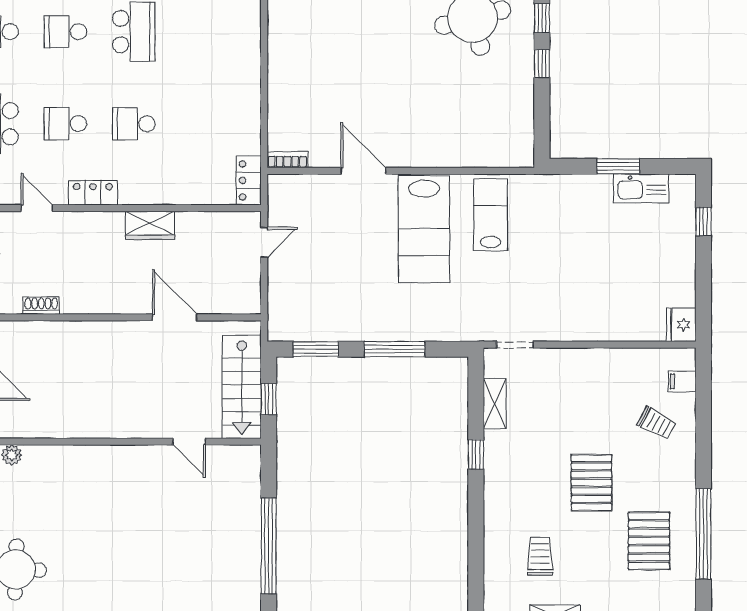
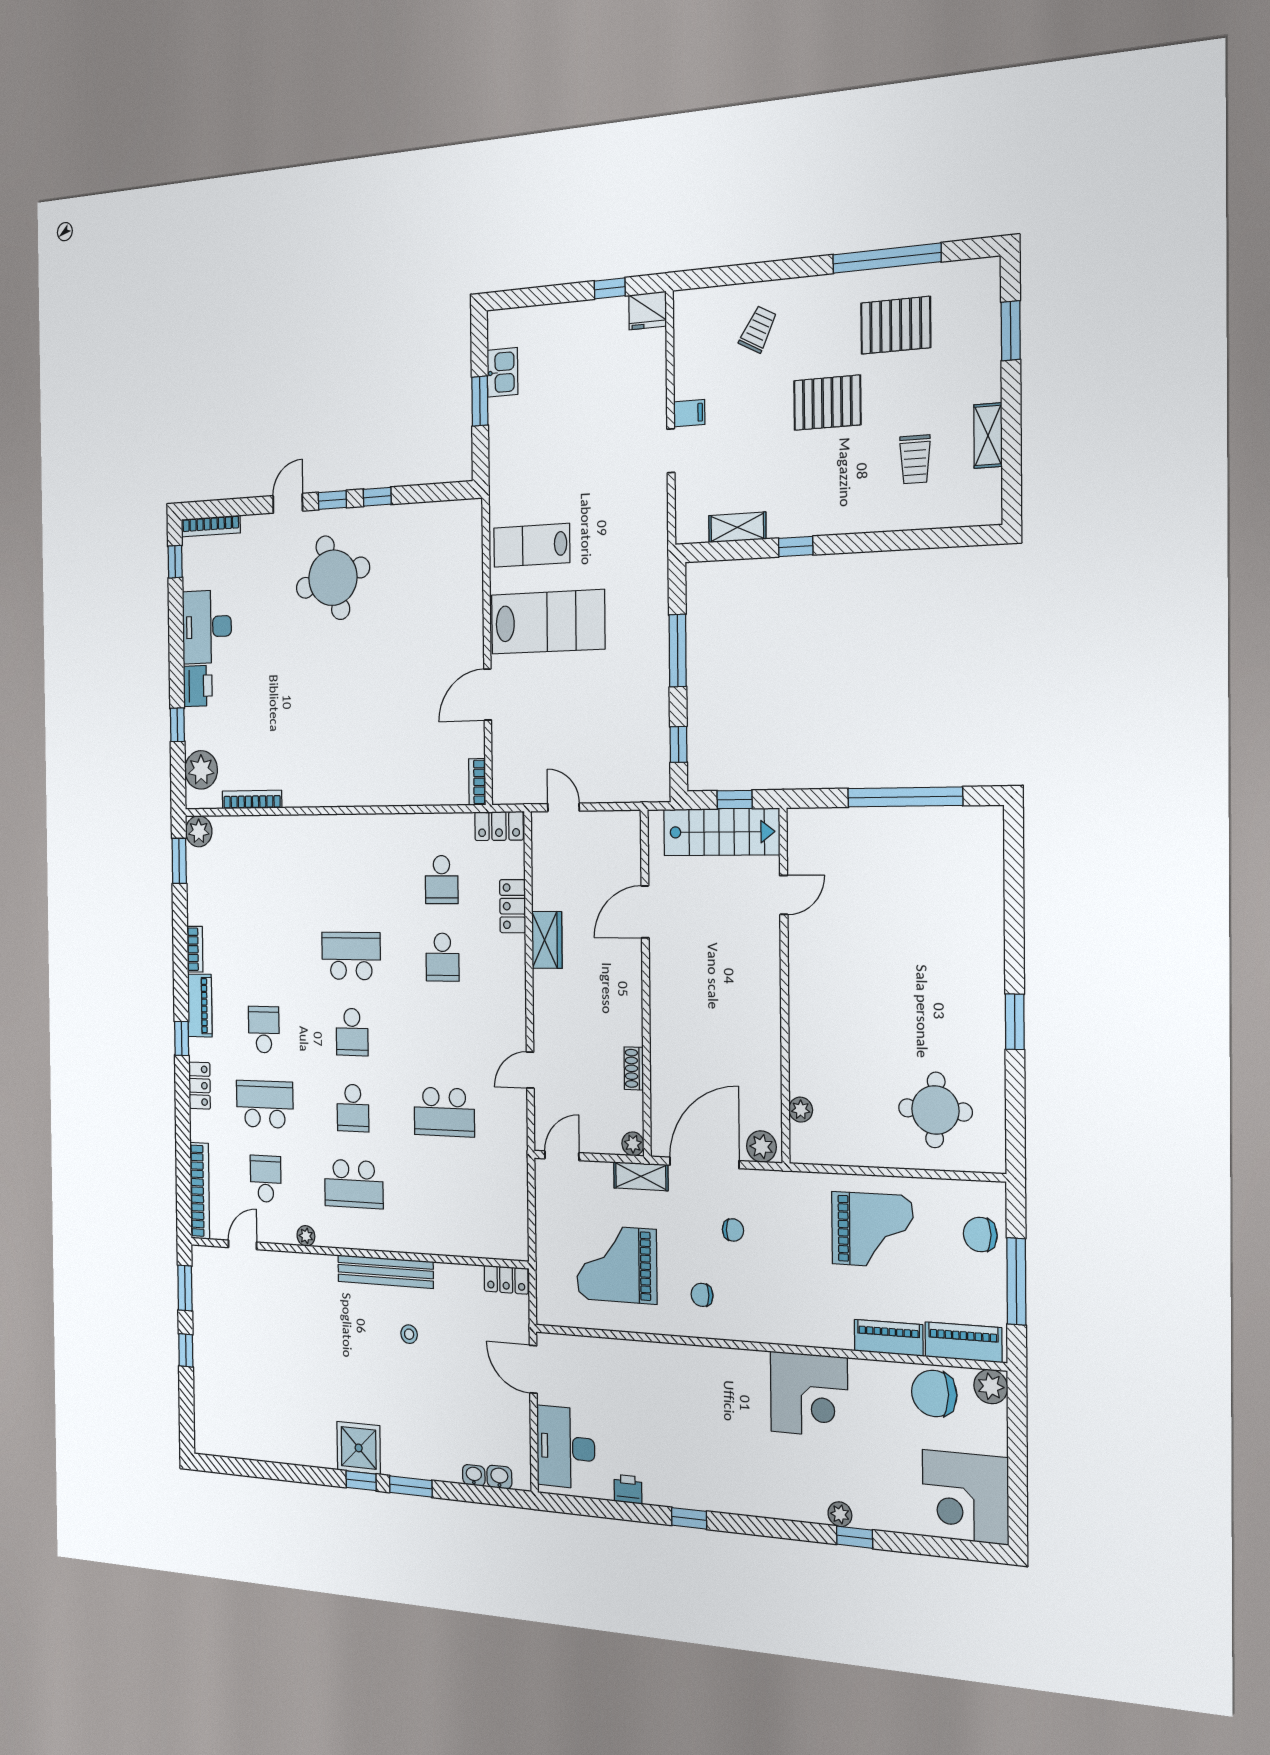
school desk: (65, 124) -> (442, 880), moved
kitchen sink: (641, 188) -> (502, 372), width x0.73
locker: (93, 193) -> (513, 906), moved
window: (703, 221) -> (610, 288), moved
doorway: (515, 345) -> (671, 451), moved
window: (316, 349) -> (678, 744), width x0.67
filing cabinet: (682, 381) -> (689, 413), moved, turned -90
trolley: (540, 556) -> (915, 459), turned -90

